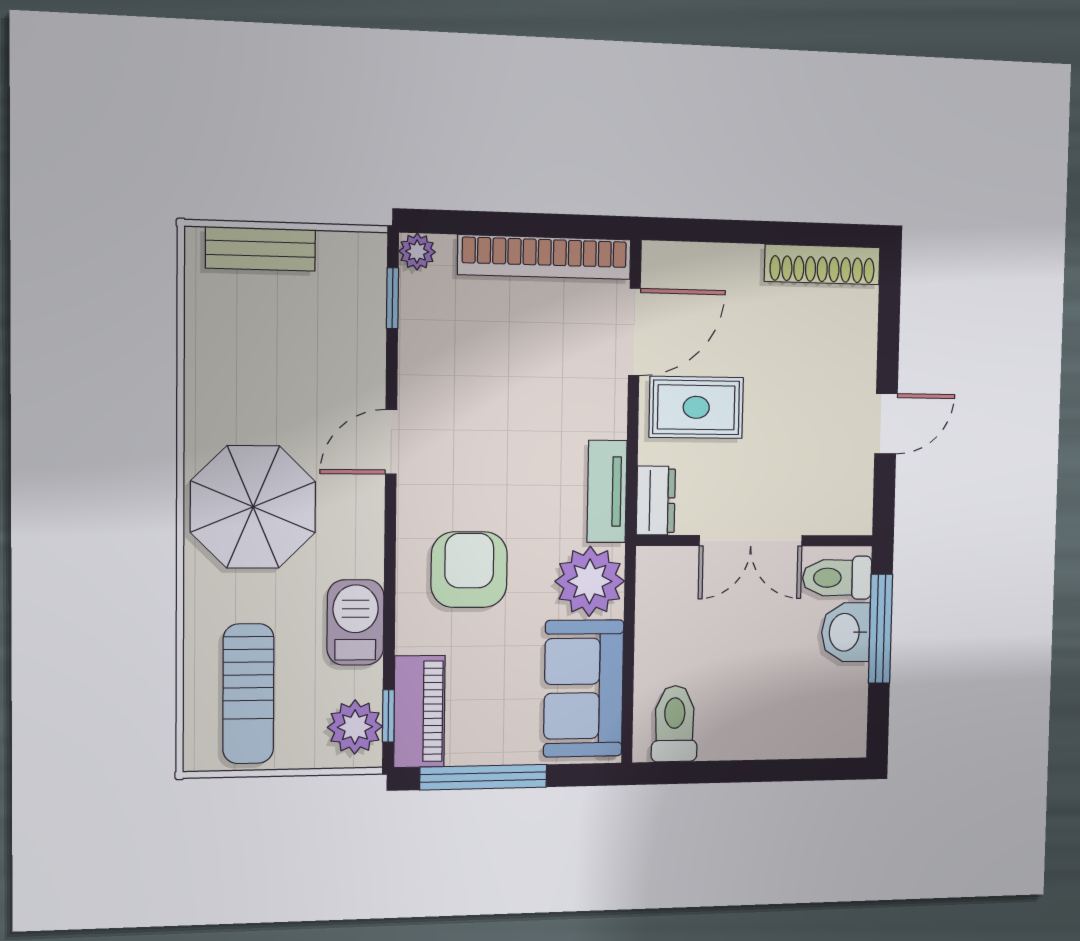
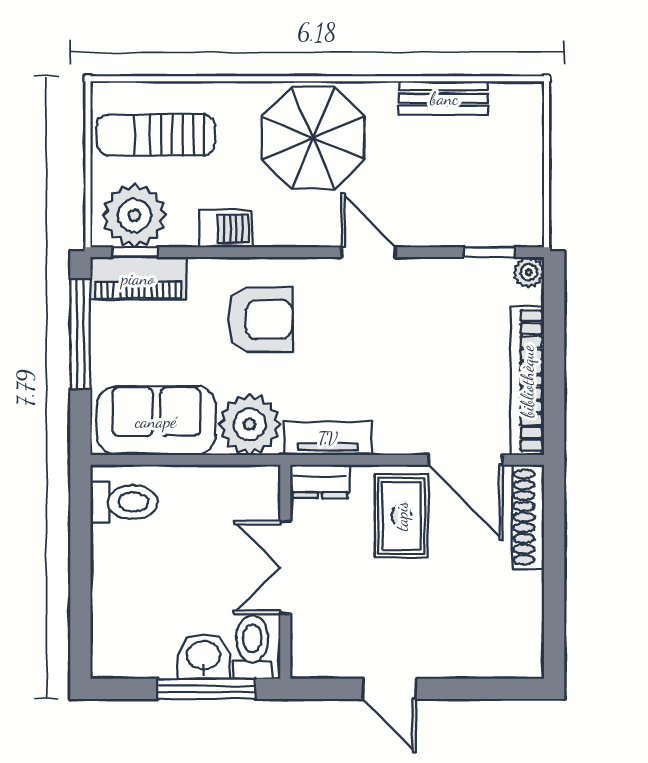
bench: (261, 249) -> (444, 98), moved, turned 90
shoe rack: (822, 264) -> (528, 517), moved
barbecue: (355, 622) -> (225, 229), width x0.73, depth x0.79
plant: (355, 727) -> (134, 215), width x1.36, depth x1.36

